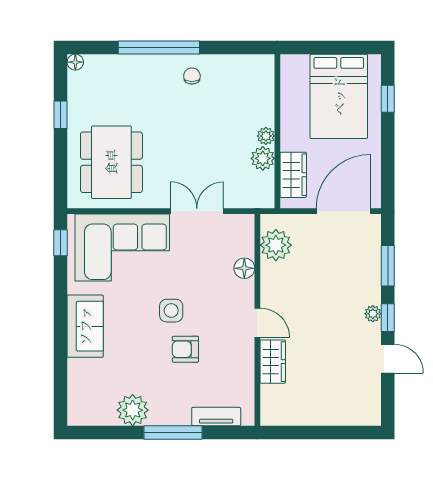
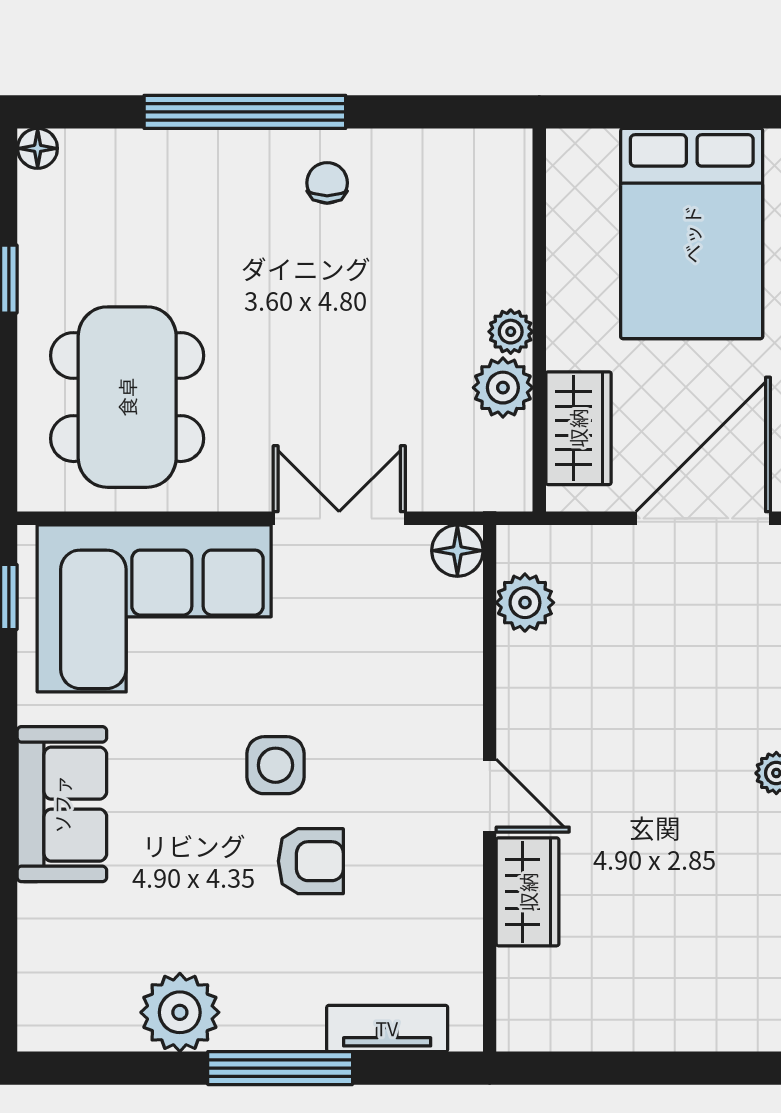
plant: (276, 245) -> (525, 603), width x0.73, depth x0.73
floor lamp: (244, 268) -> (457, 551), moved
armchair: (185, 349) -> (311, 861), turned 180

